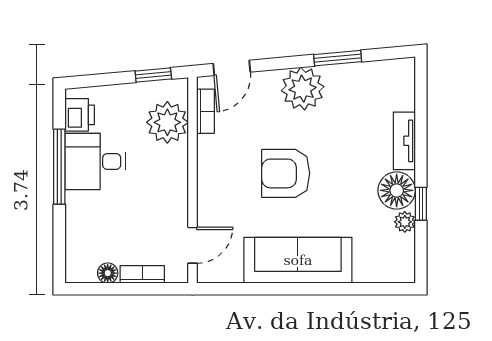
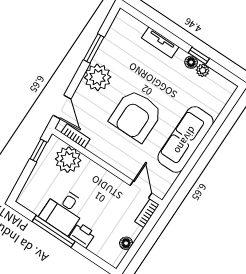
printer: (80, 115) -> (82, 235), moved
armchair: (286, 173) -> (136, 116), width x1.36, depth x1.36
floor lamp: (397, 190) -> (191, 62), width x0.53, depth x0.53
bookcase: (142, 274) -> (147, 213), moved

